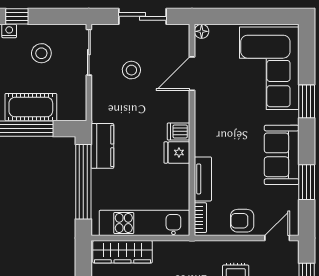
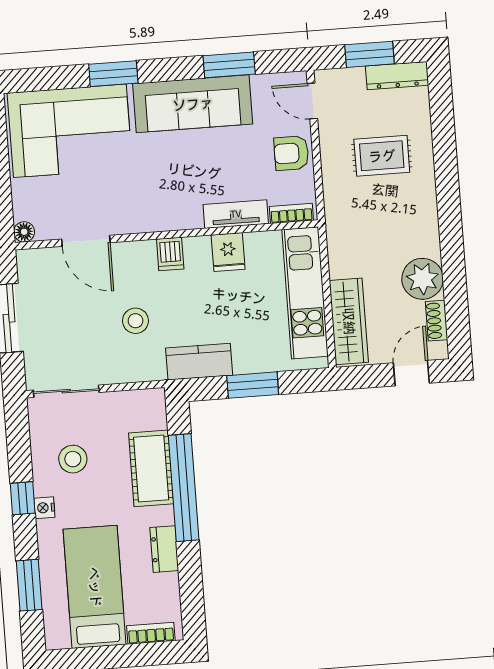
stool: (131, 70) -> (135, 321), moved
fridge: (177, 153) -> (228, 252), moved
sofa: (282, 155) -> (193, 104), width x1.36
window: (83, 182) -> (253, 385), width x0.47
armchair: (242, 221) -> (291, 153), turned 90

